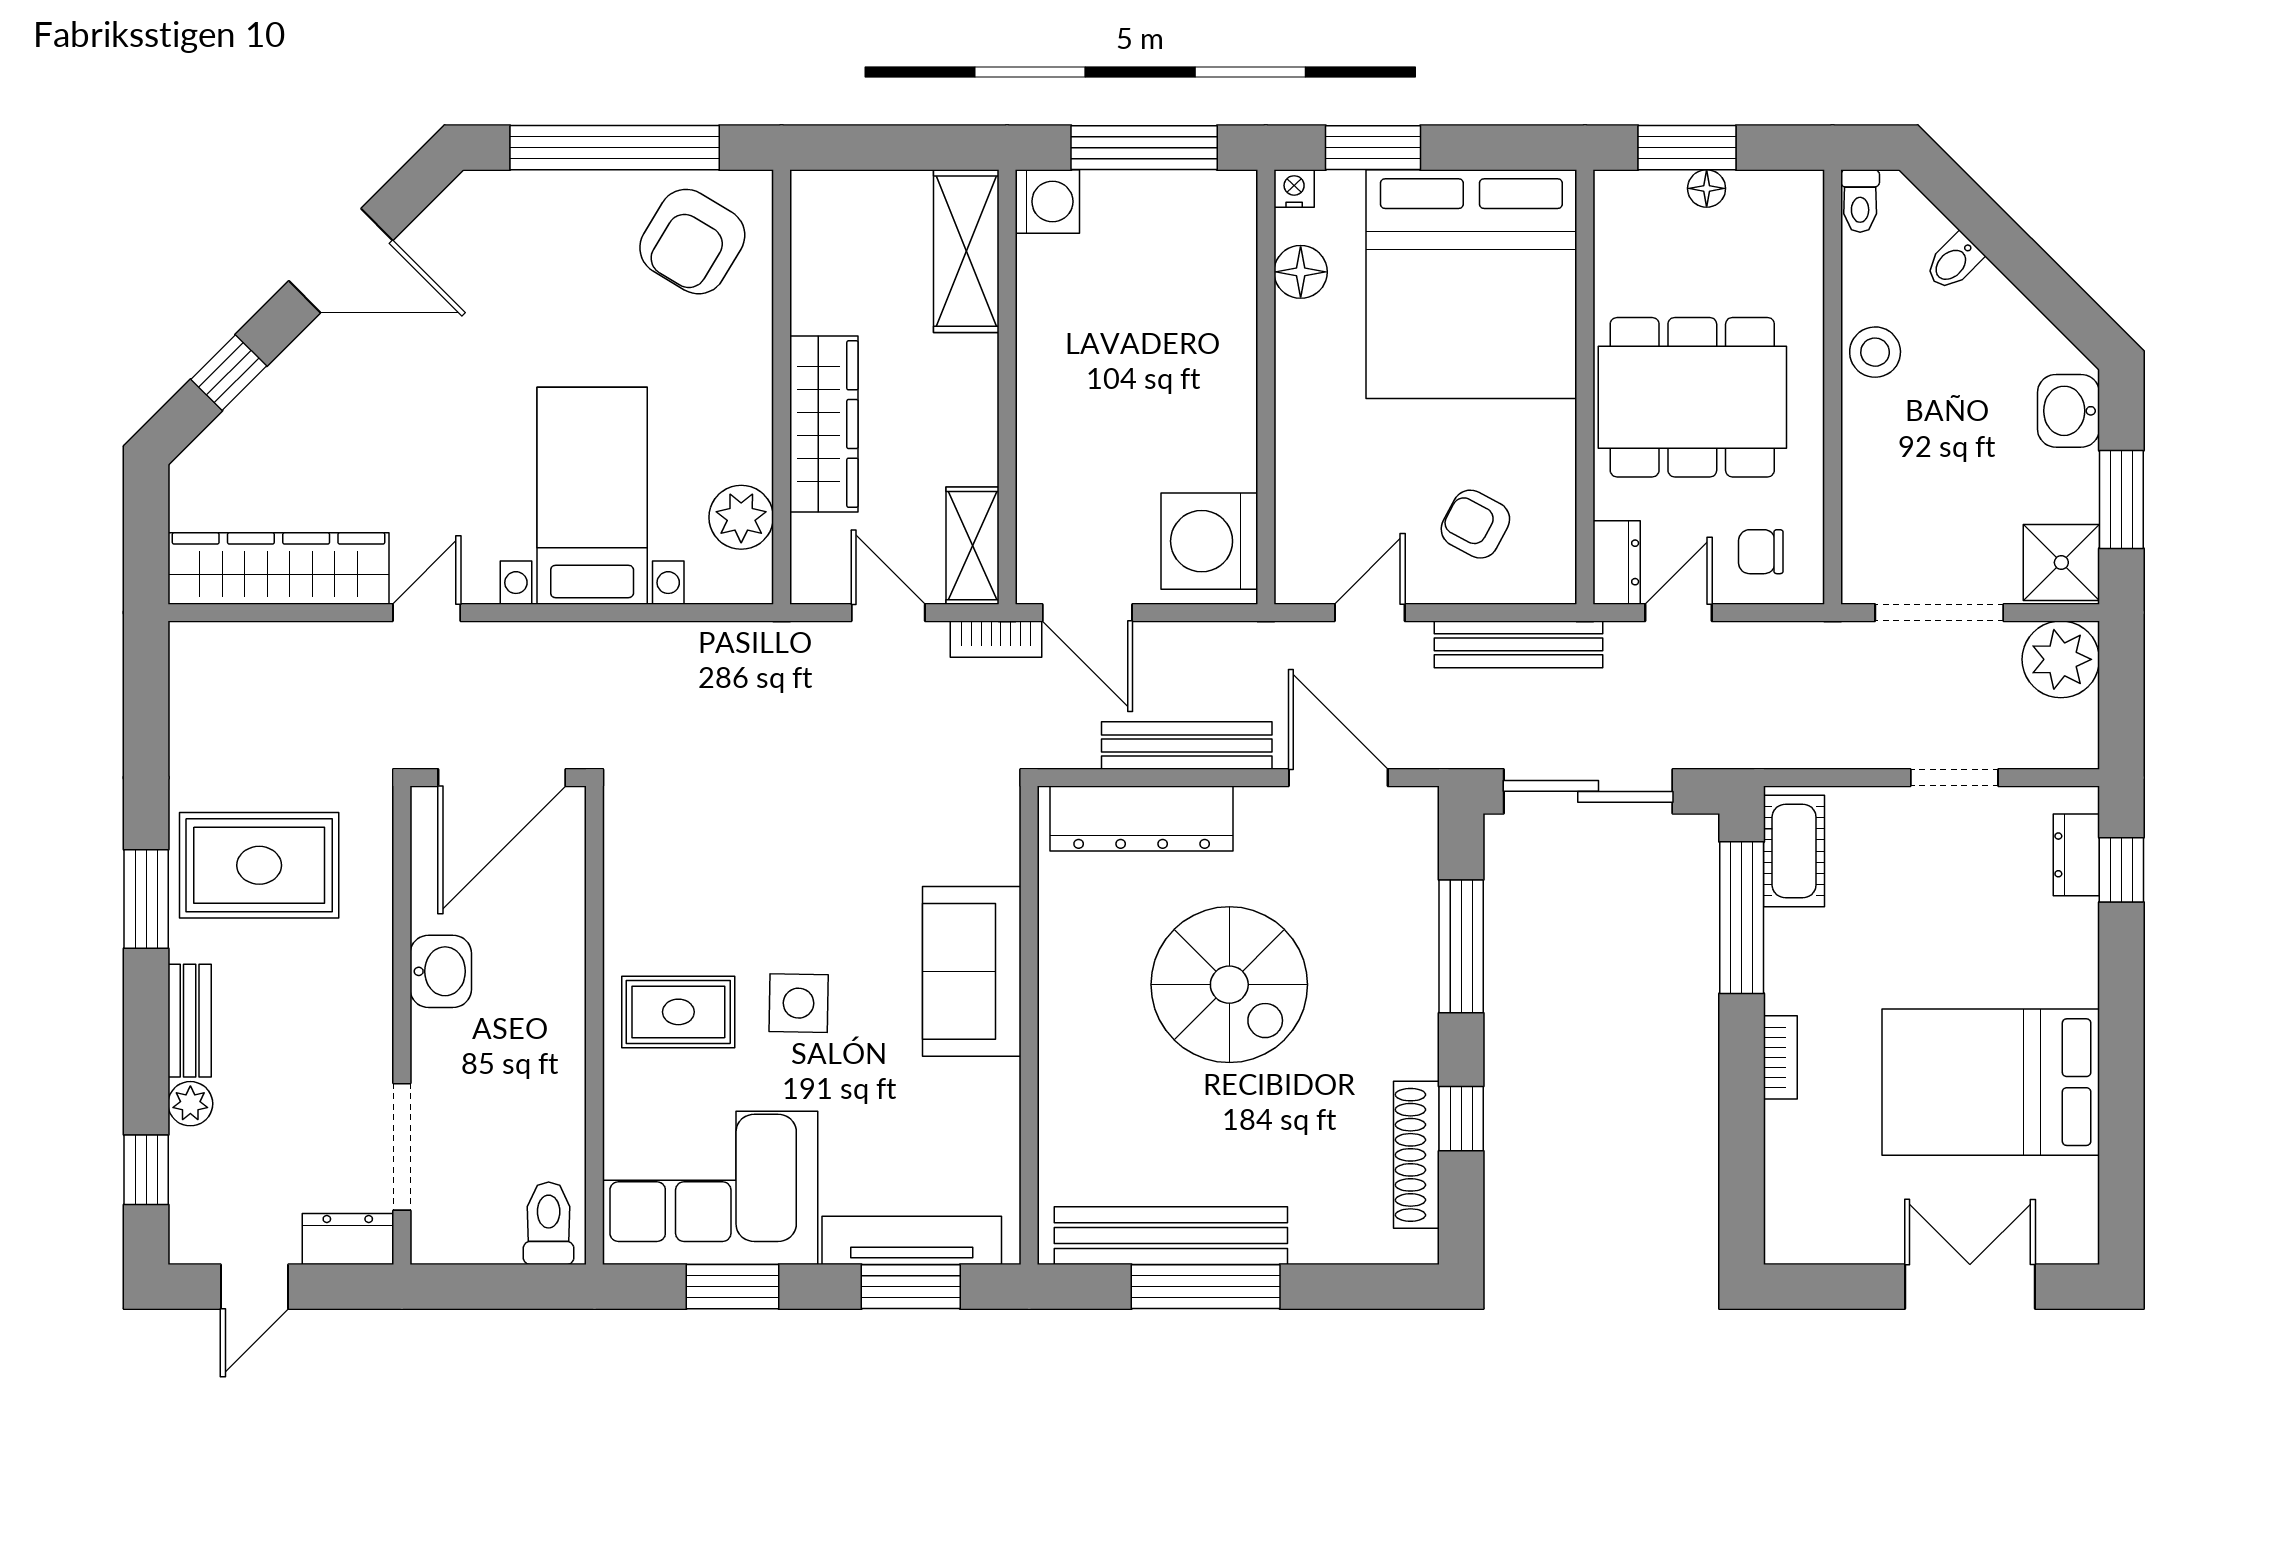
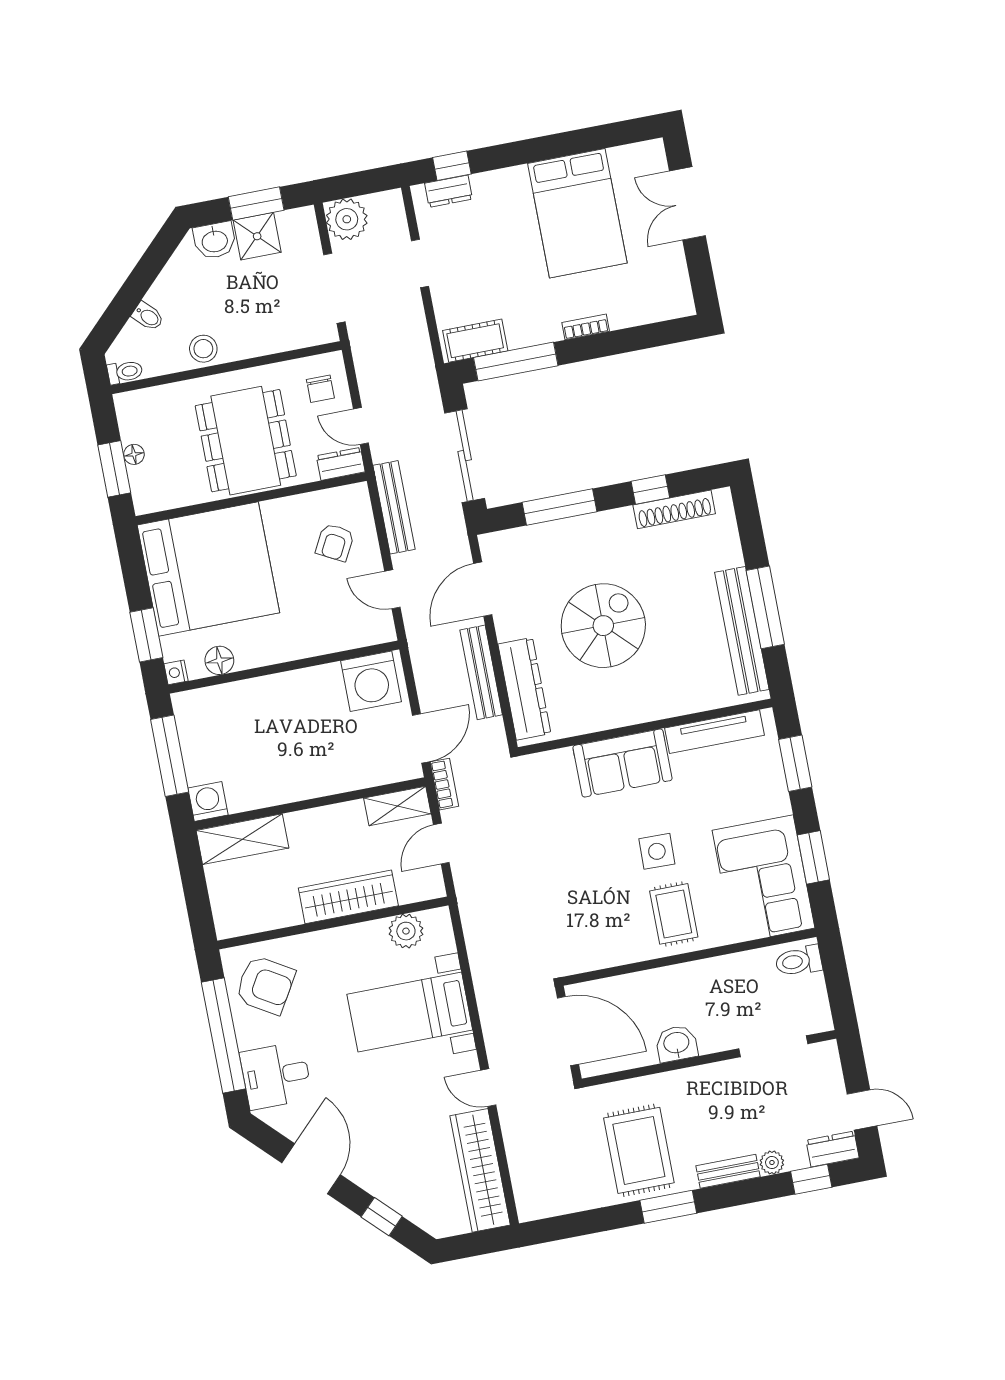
desk: (523, 229) -> (276, 1076), added
shower: (2061, 562) -> (257, 236), moved
dresser: (348, 1239) -> (833, 1149), moved, turned 90
tv unit: (912, 1240) -> (714, 732), moved, turned -90

